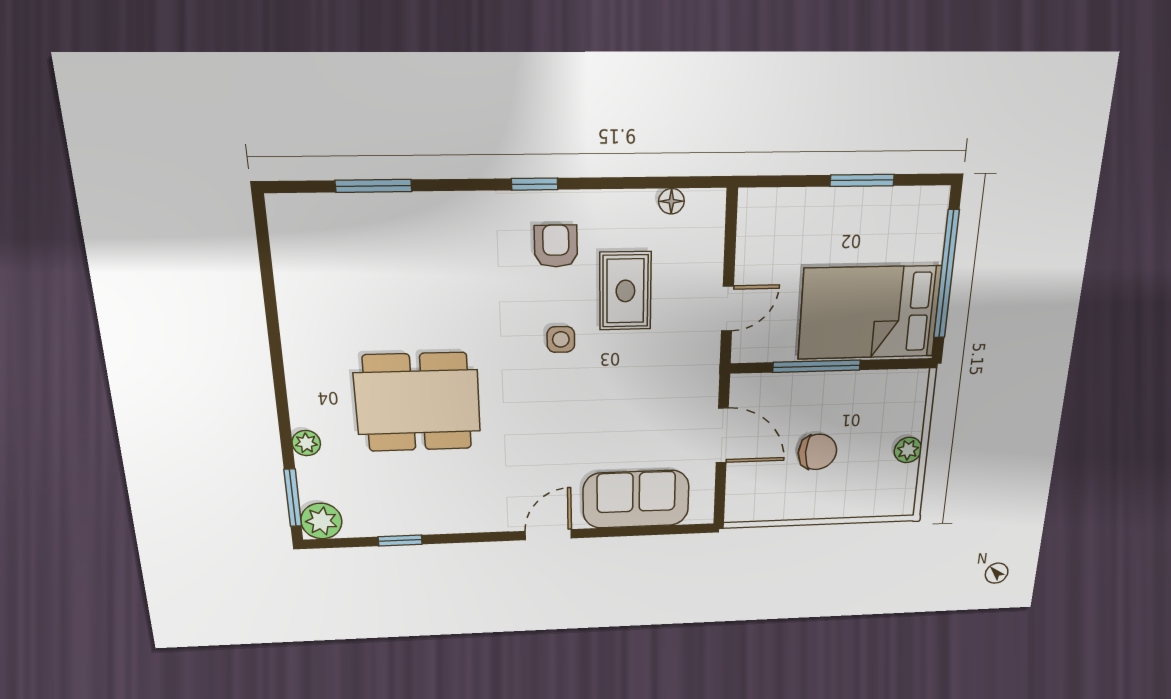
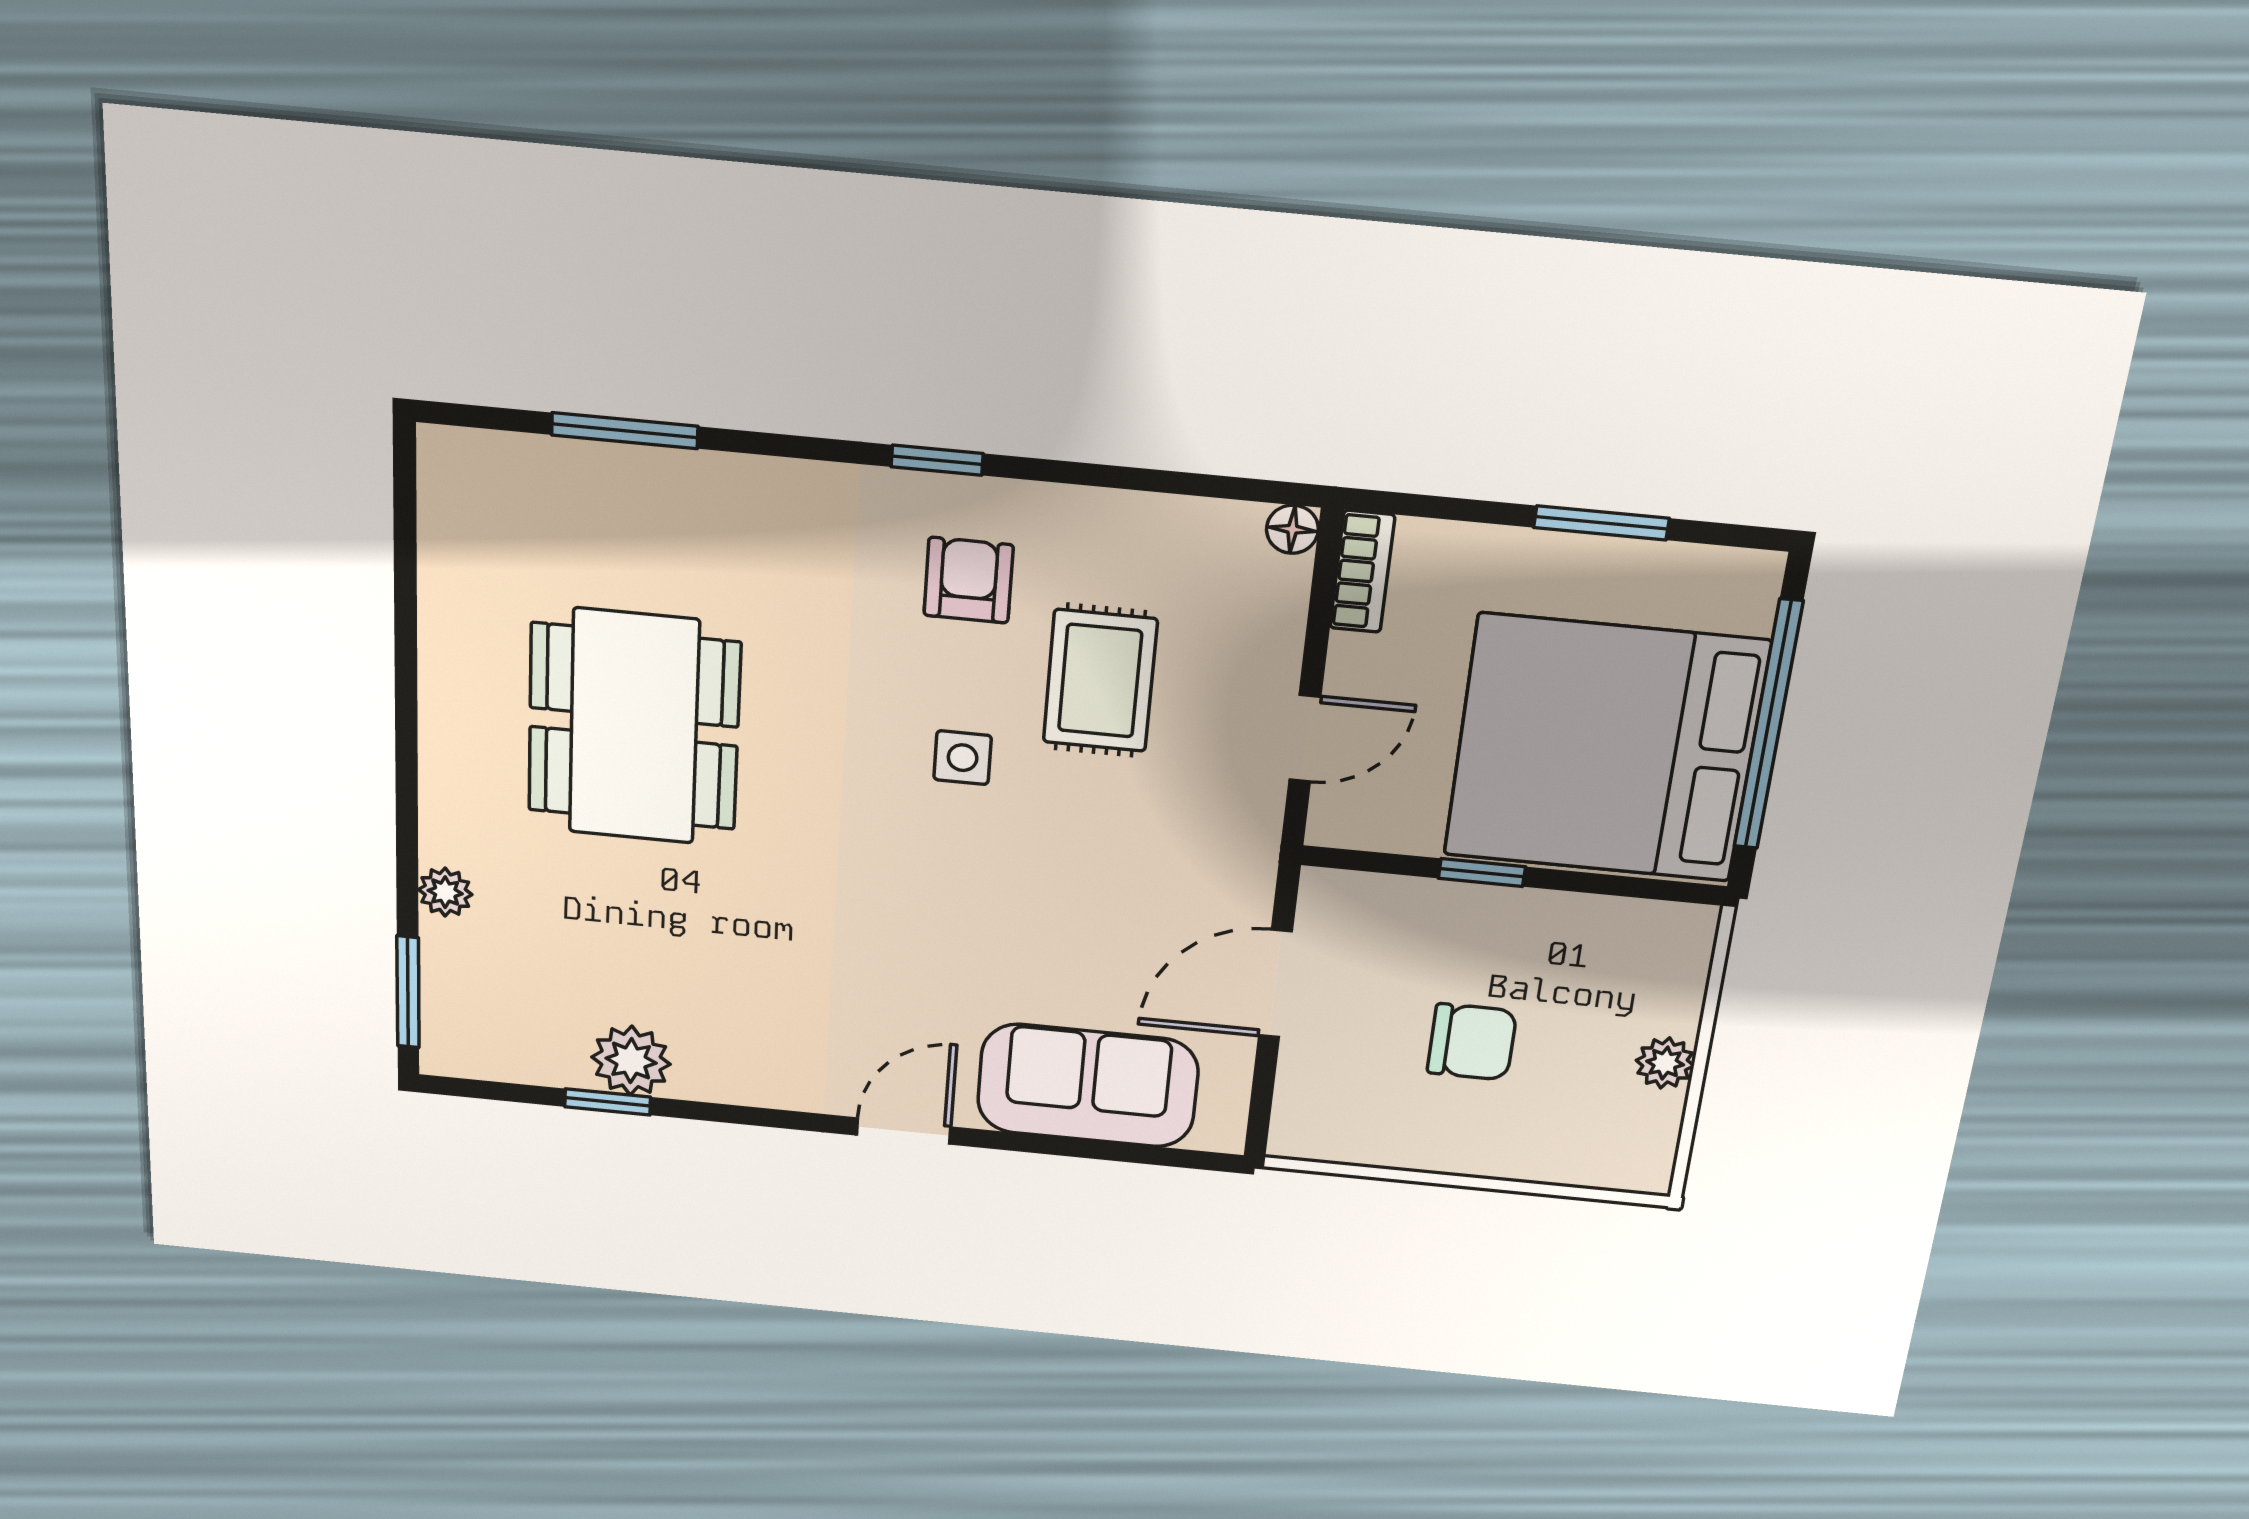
floor lamp: (671, 201) -> (1292, 529), moved
bookcase: (749, 219) -> (1362, 572), added
bed: (869, 313) -> (1605, 749), width x1.36
window: (817, 366) -> (1482, 873), width x0.46
dining table: (417, 402) -> (634, 727), moved, turned 90
door: (722, 435) -> (1275, 984), swing flipped
plant: (321, 521) -> (631, 1061), moved

